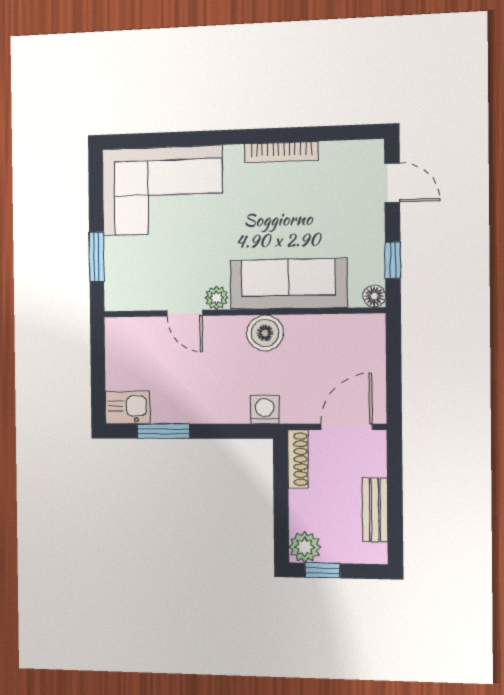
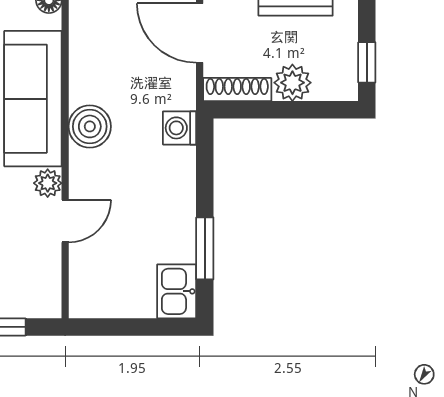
plant: (305, 547) -> (292, 83), moved

